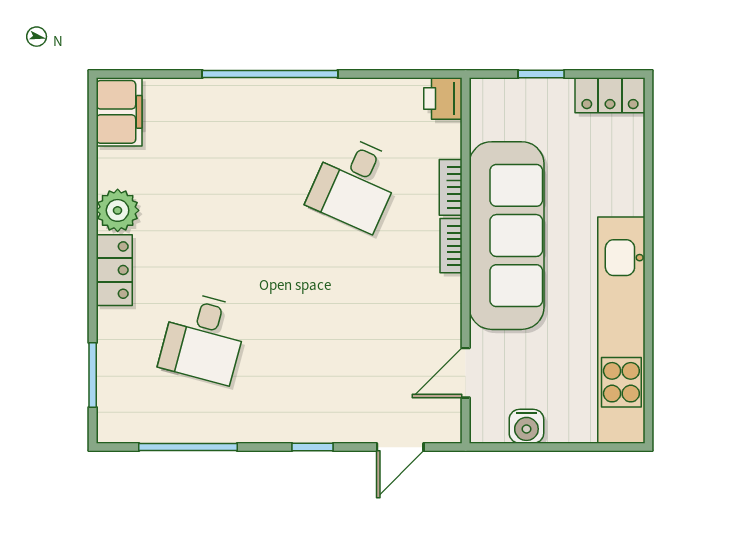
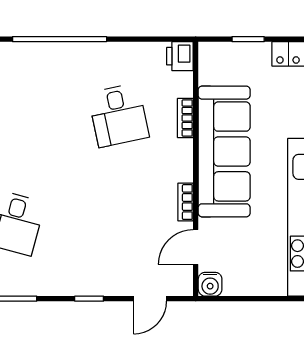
desk: (355, 183) -> (118, 115), turned -36
bookcase: (451, 246) -> (185, 202), moved
water cooler: (526, 426) -> (210, 284), moved

